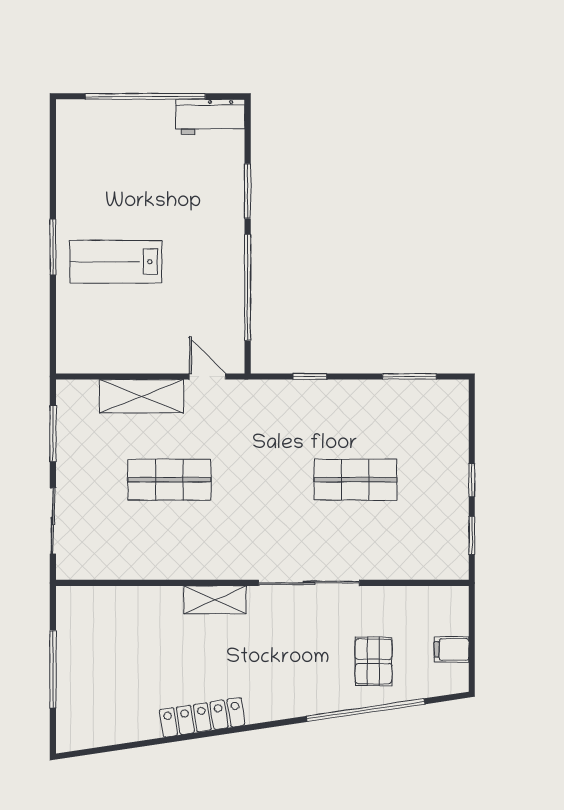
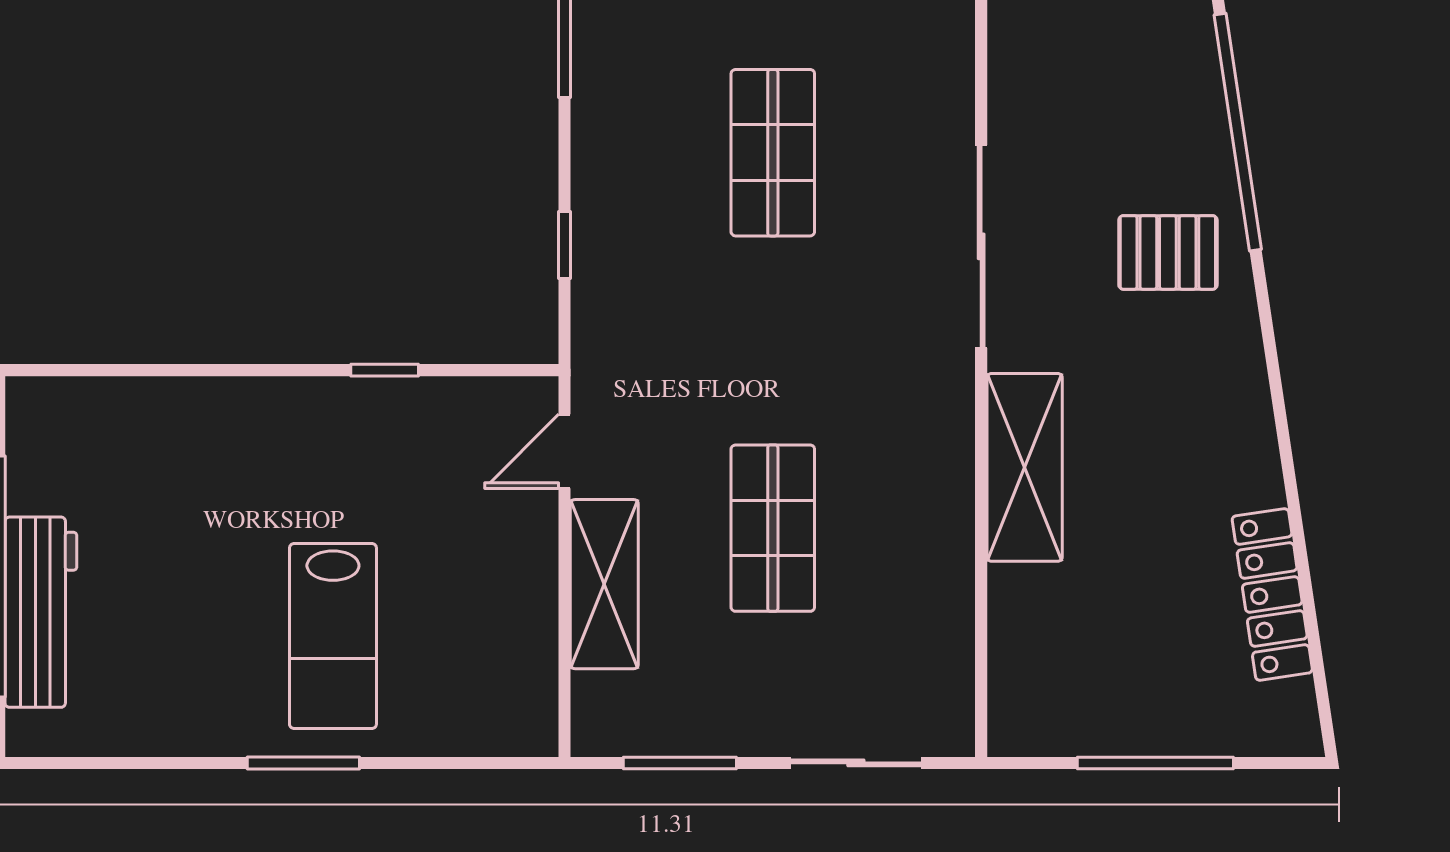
workbench: (210, 117) -> (41, 612), moved, width x1.38
window: (248, 191) -> (191, 370), removed
window: (248, 287) -> (385, 370), width x0.32
shelving: (215, 600) -> (1025, 467), width x1.50, depth x1.33
pallet: (374, 661) -> (1168, 252), moved
locker: (202, 717) -> (1272, 594), moved

